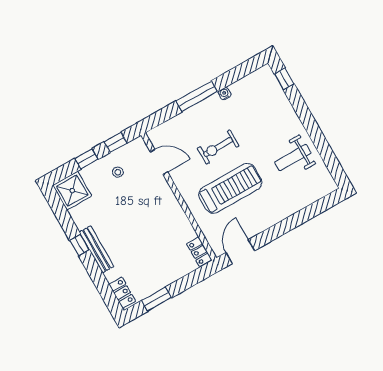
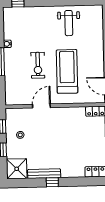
door: (159, 162) -> (41, 106), moved
bench: (96, 249) -> (44, 174), moved

